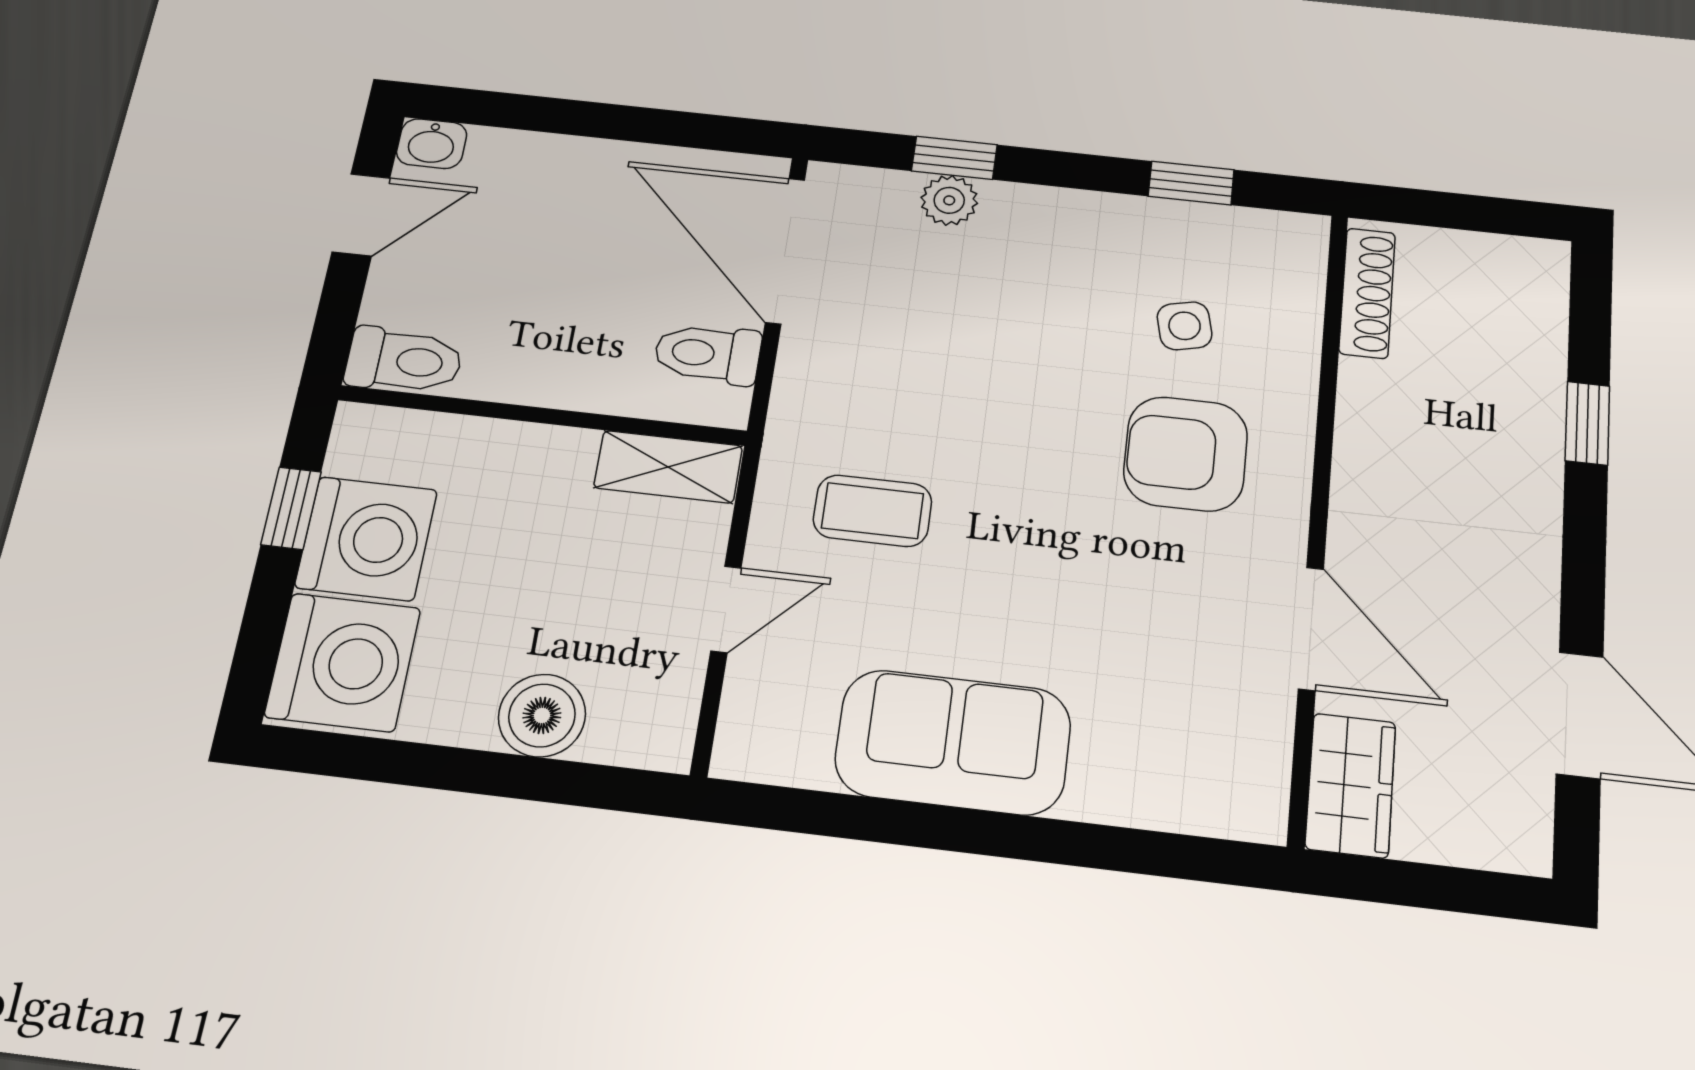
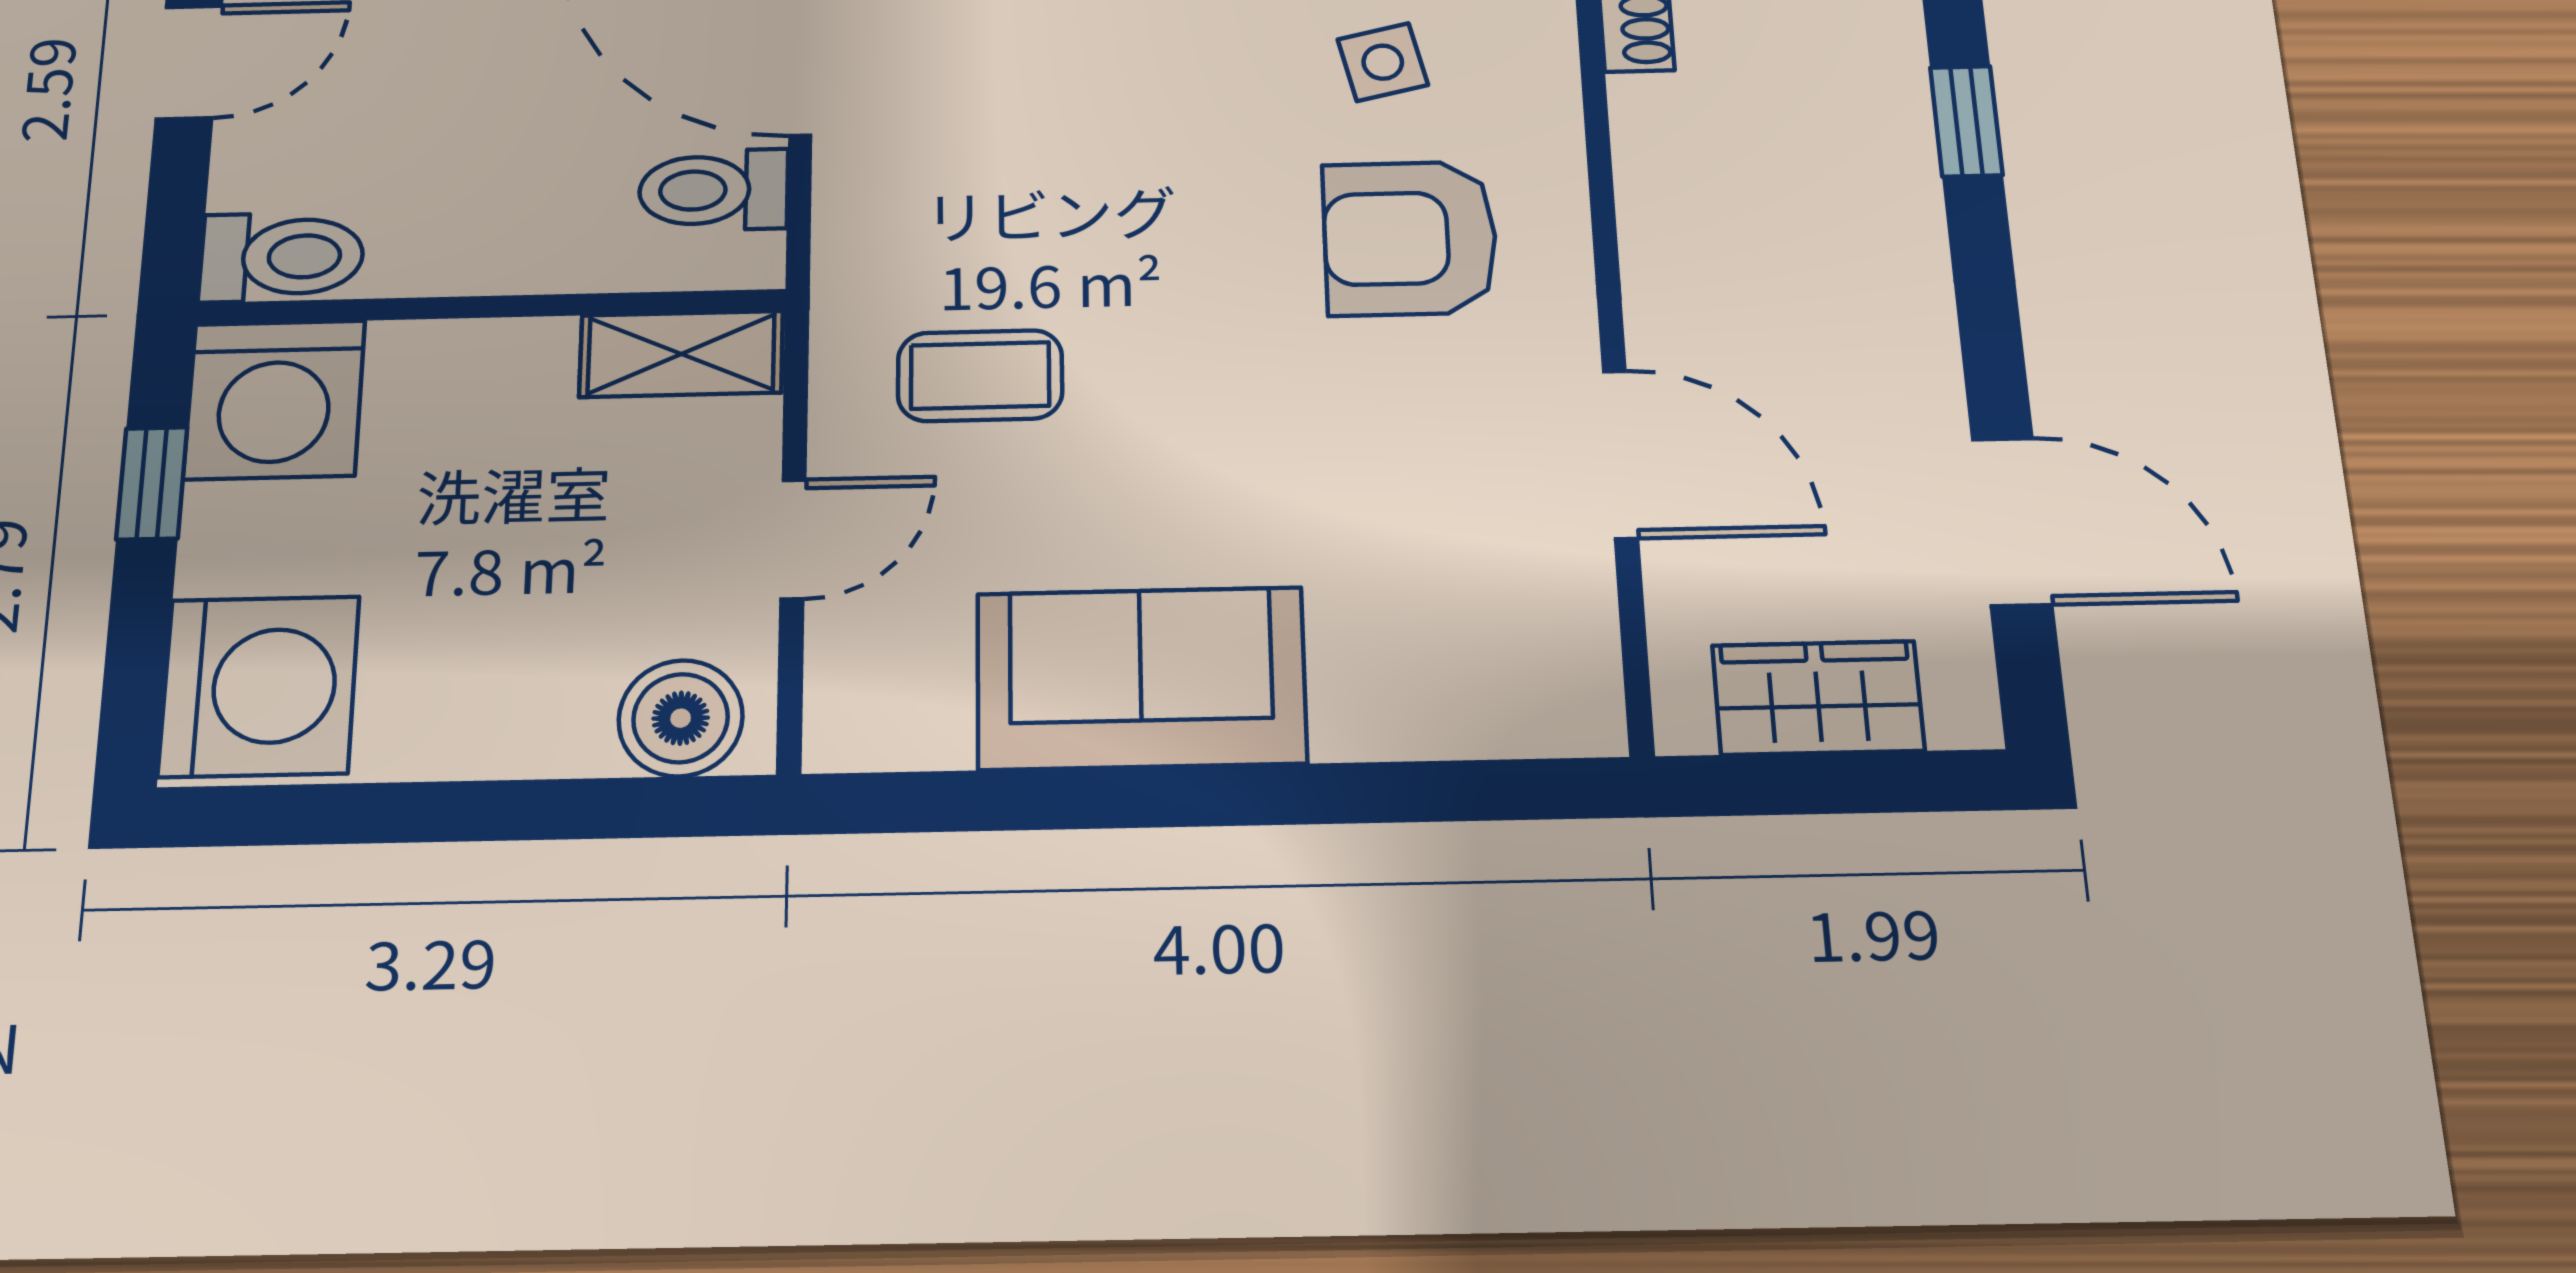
washing machine: (366, 539) -> (274, 400), moved, turned 90
boiler: (542, 715) -> (681, 718), moved
wardrobe: (1351, 785) -> (1818, 698), moved, turned -90

